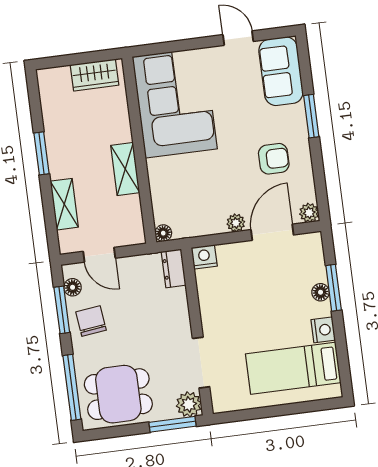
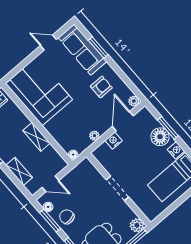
sofa: (281, 71) -> (82, 50), width x1.36
window: (311, 116) -> (98, 47), moved
plant: (236, 223) -> (94, 136), moved
nightstand: (204, 257) -> (114, 141), moved
dresser: (174, 268) -> (89, 168), removed
floor lamp: (321, 292) -> (160, 137), width x1.89, depth x1.89
doorway: (201, 363) -> (118, 188), moved

